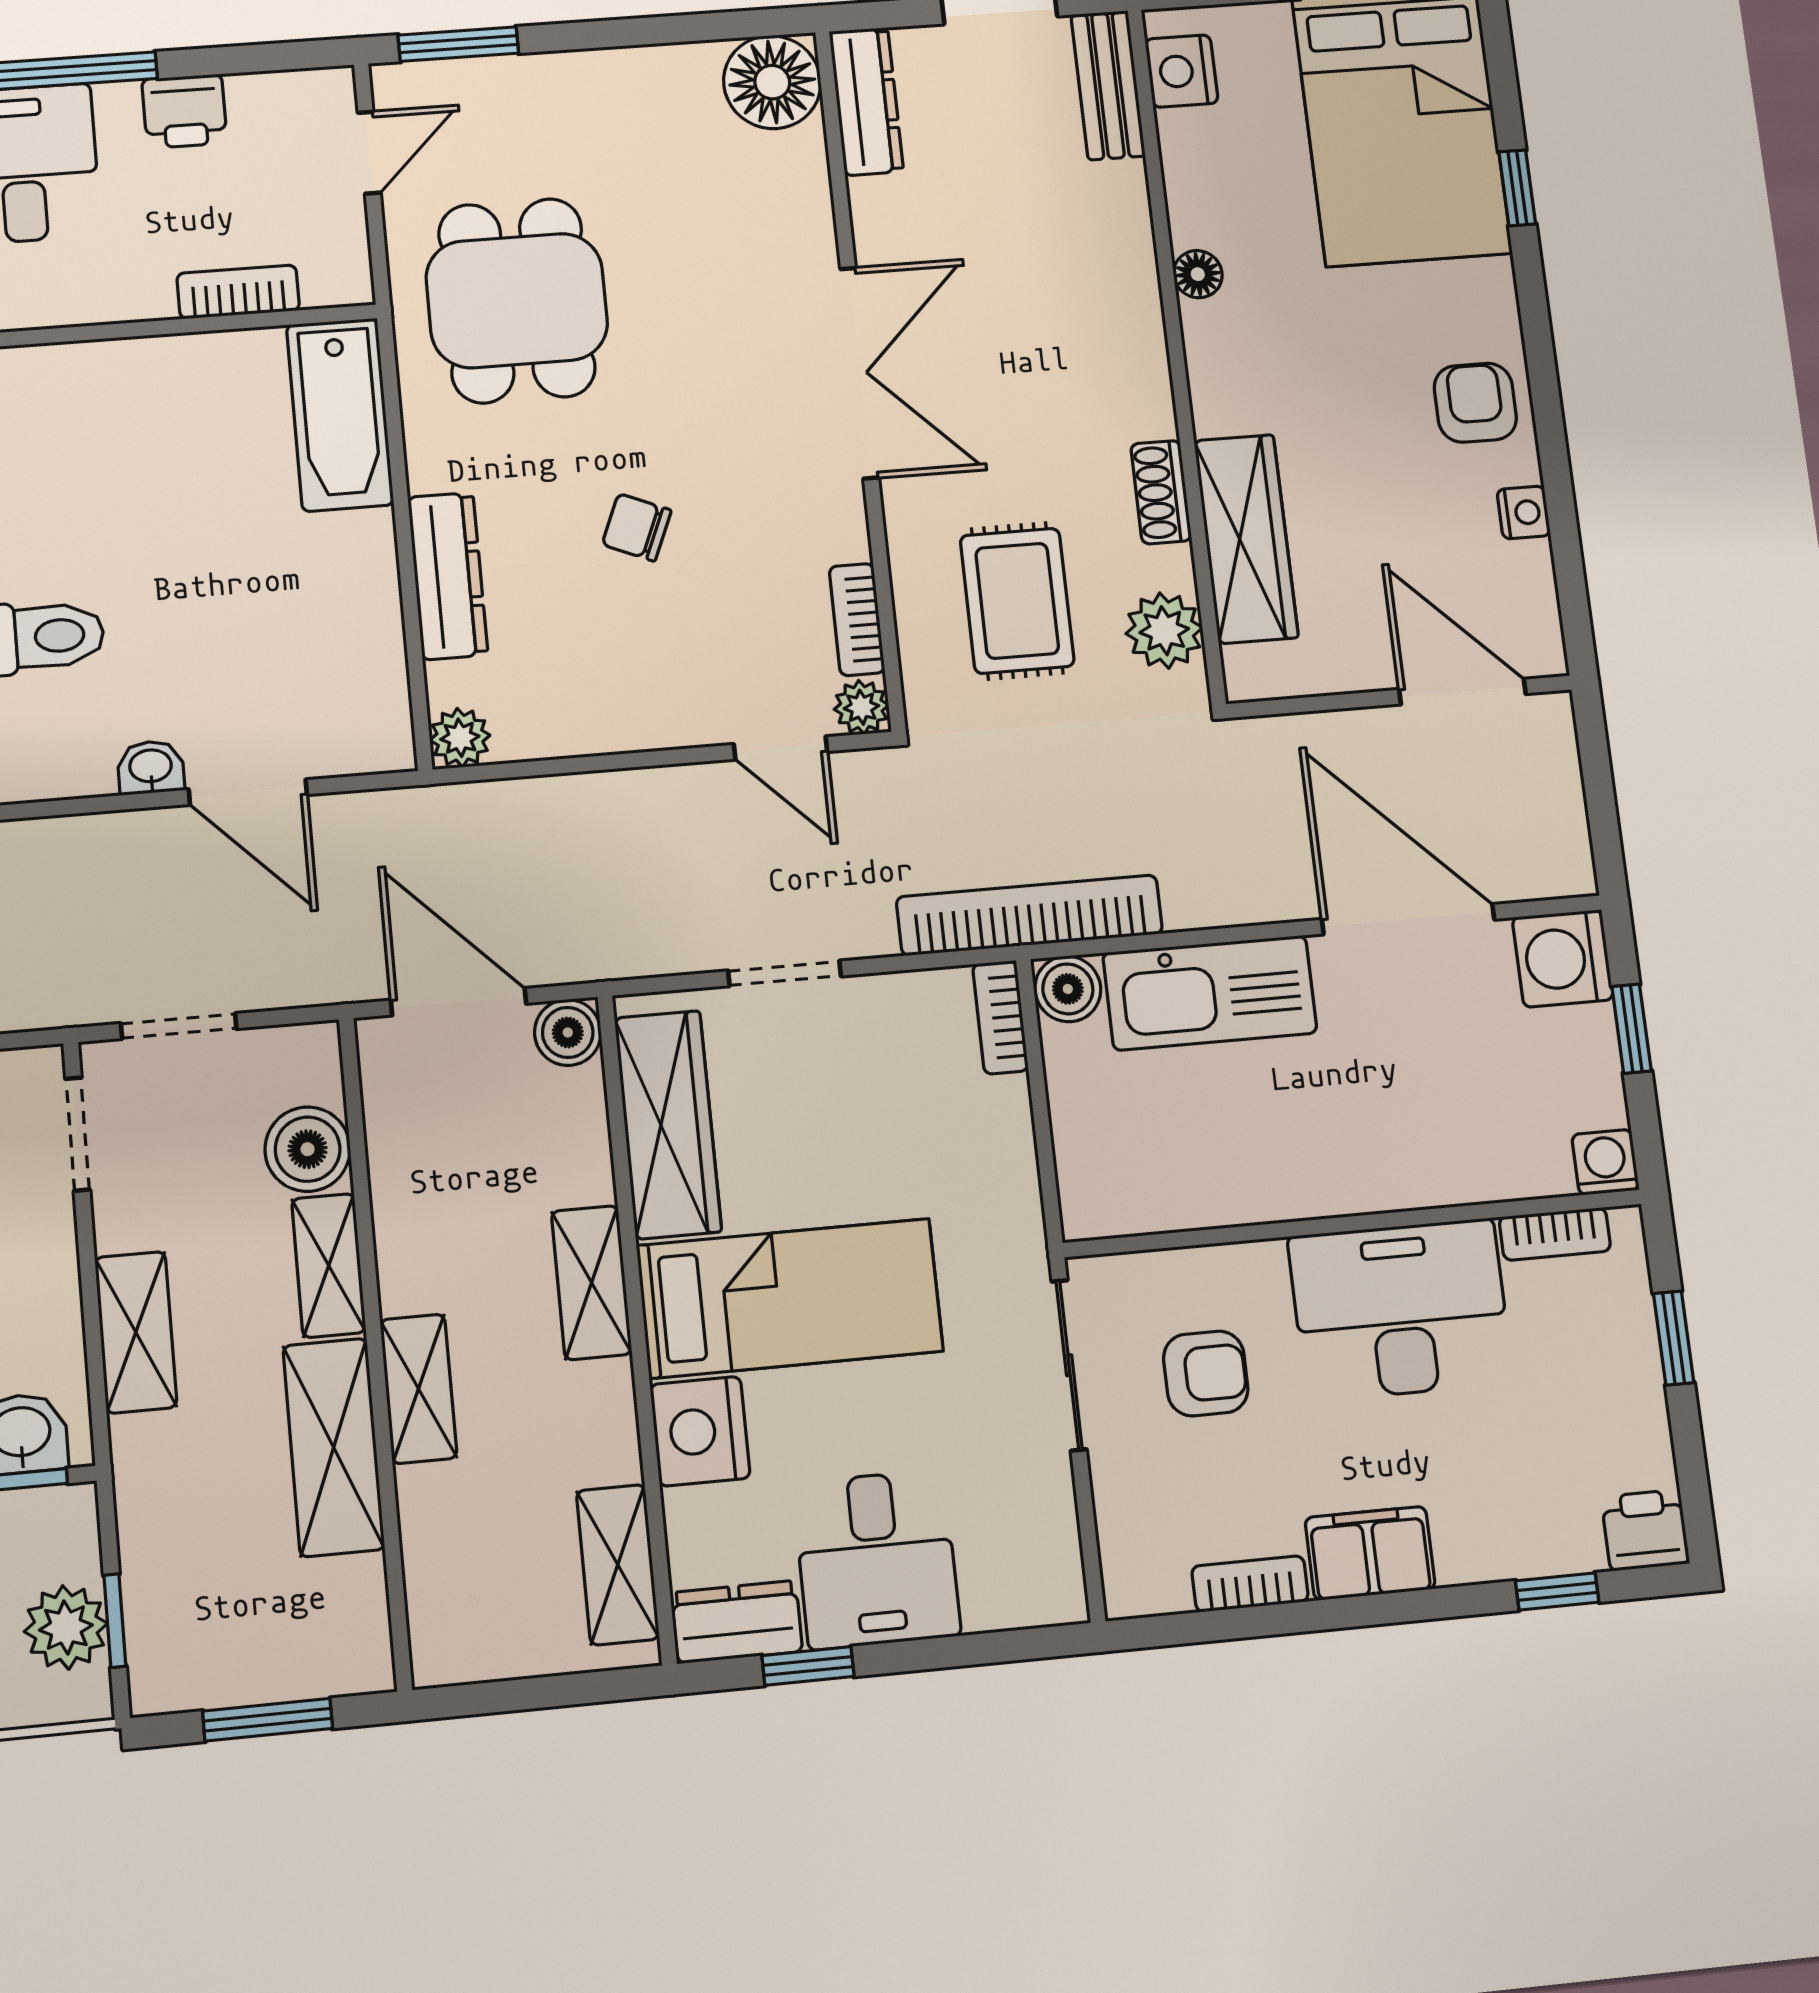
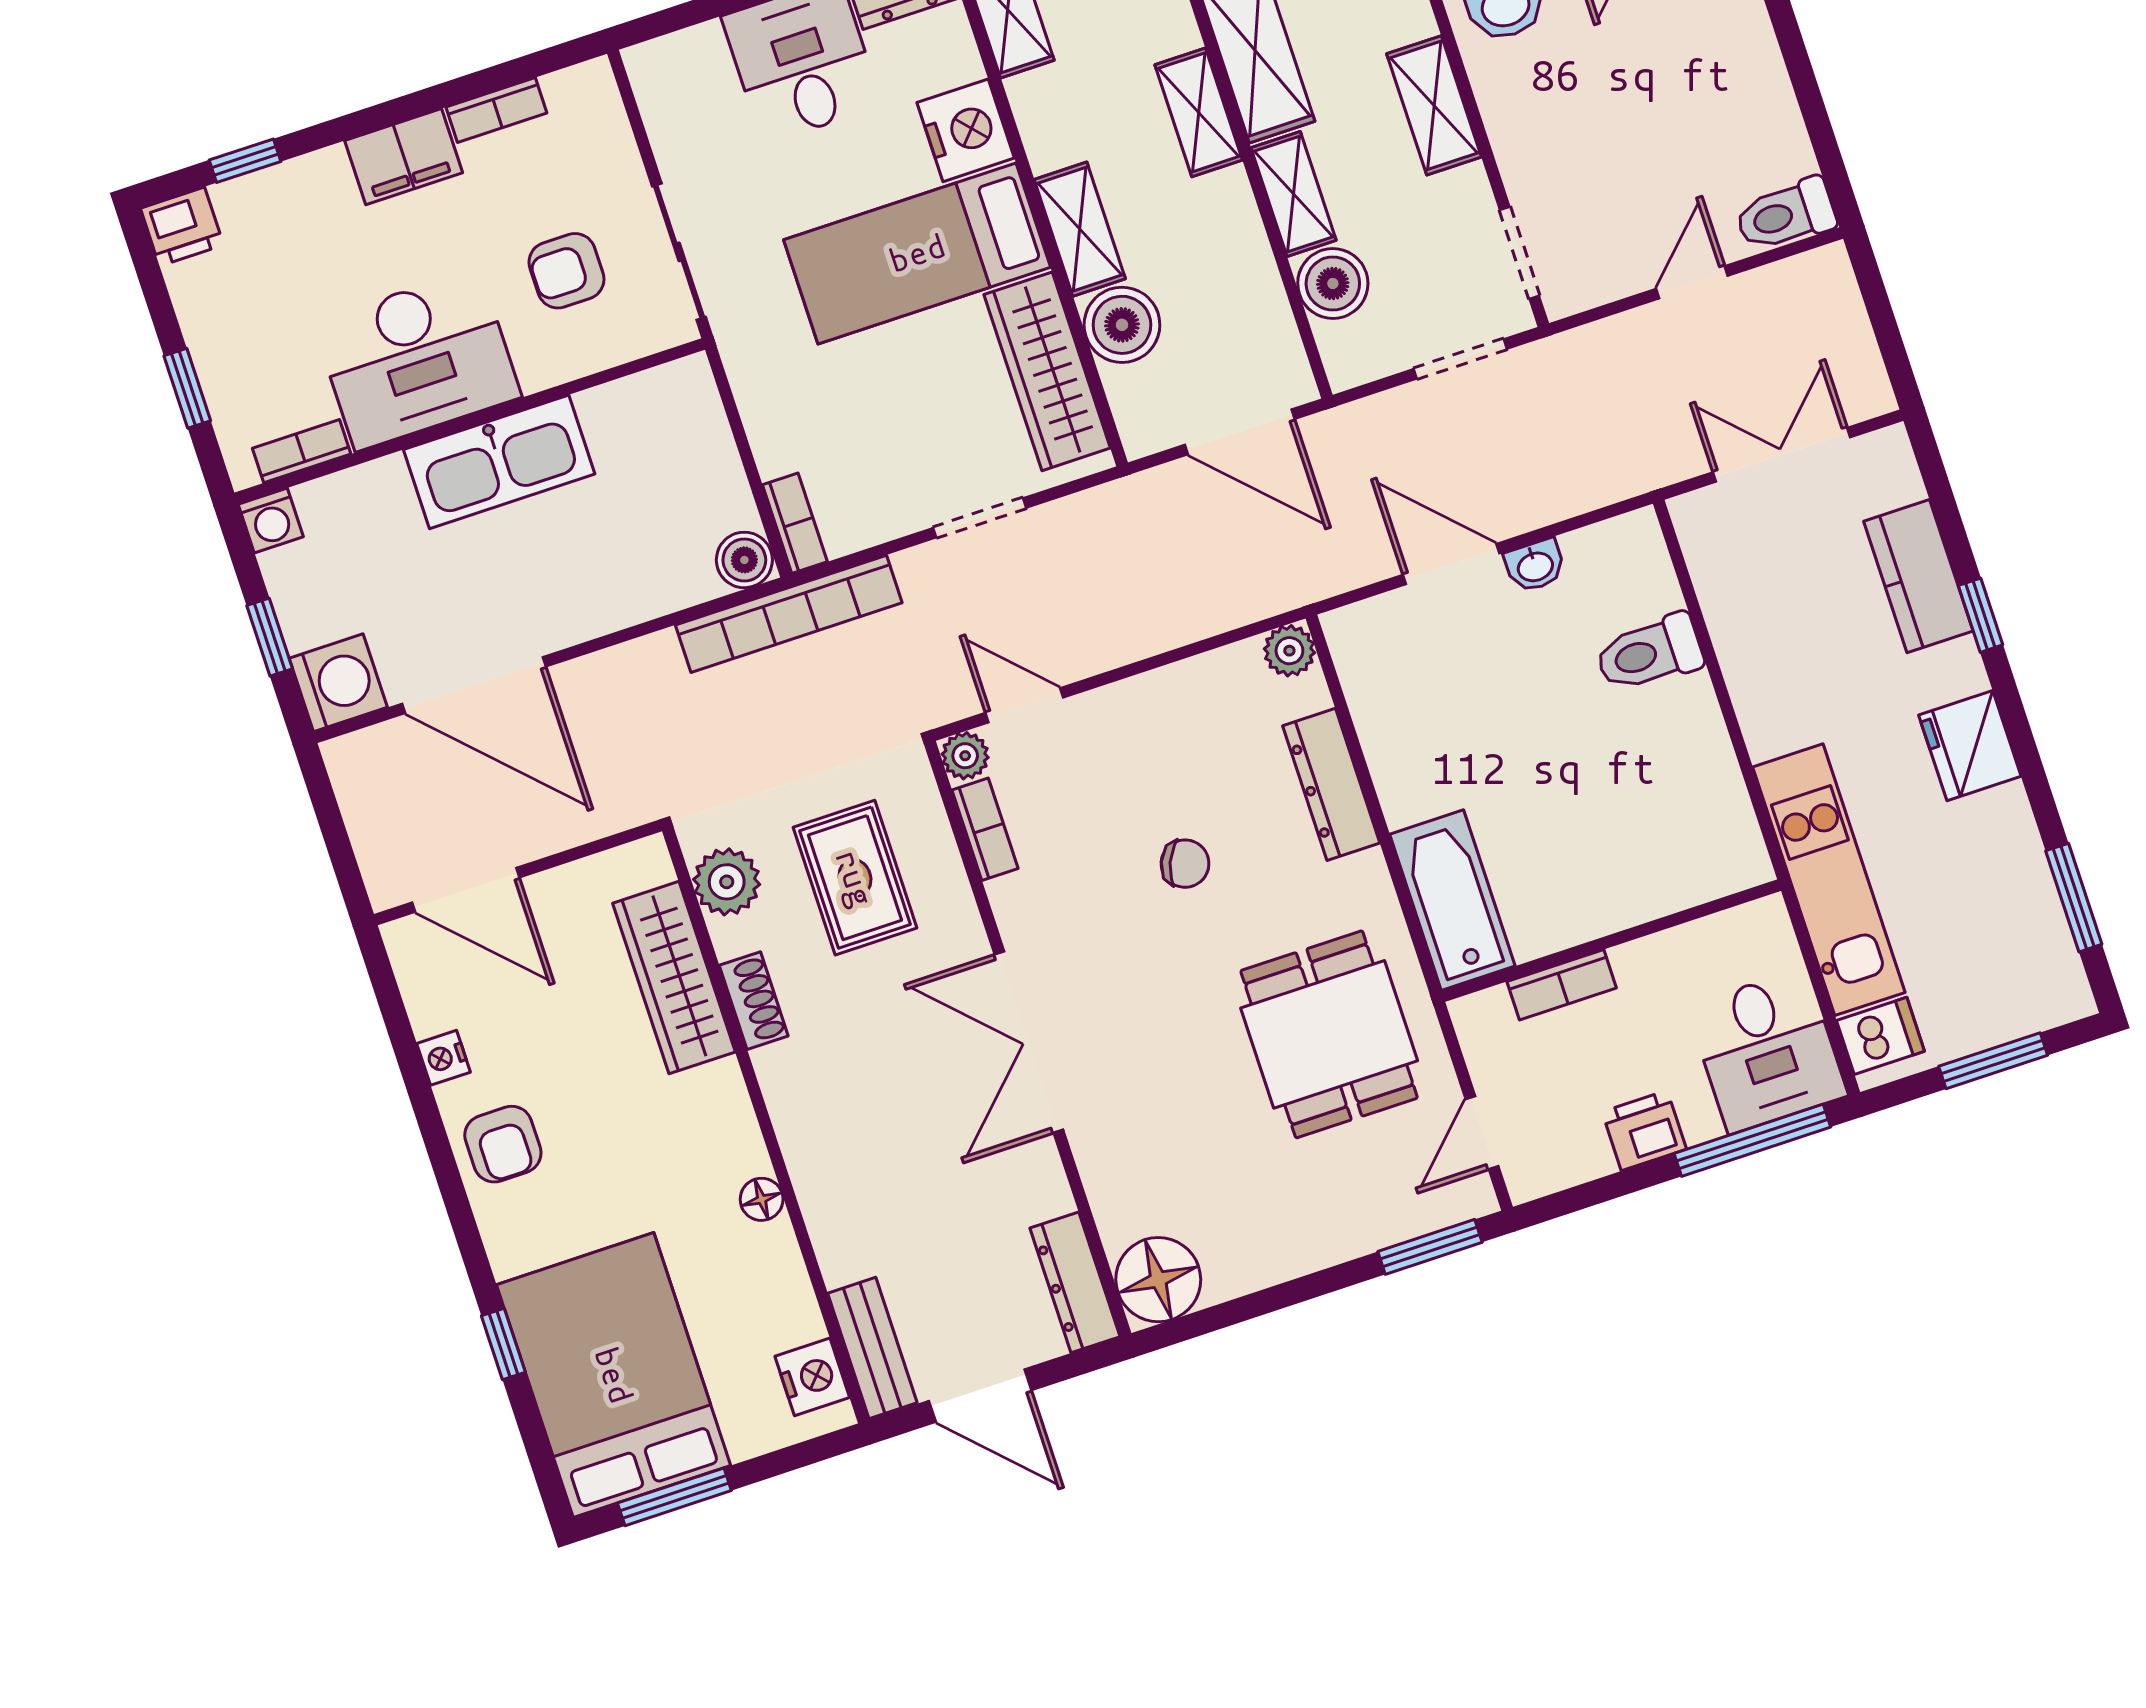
kitchen sink: (1210, 993) -> (499, 462), moved, turned 180
boiler: (568, 1032) -> (1122, 325), moved, width x1.36, depth x1.36

